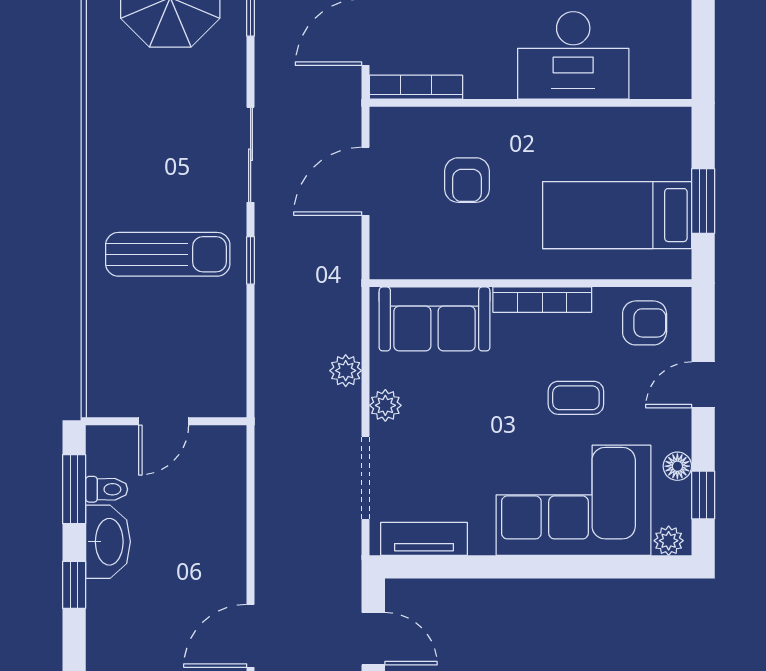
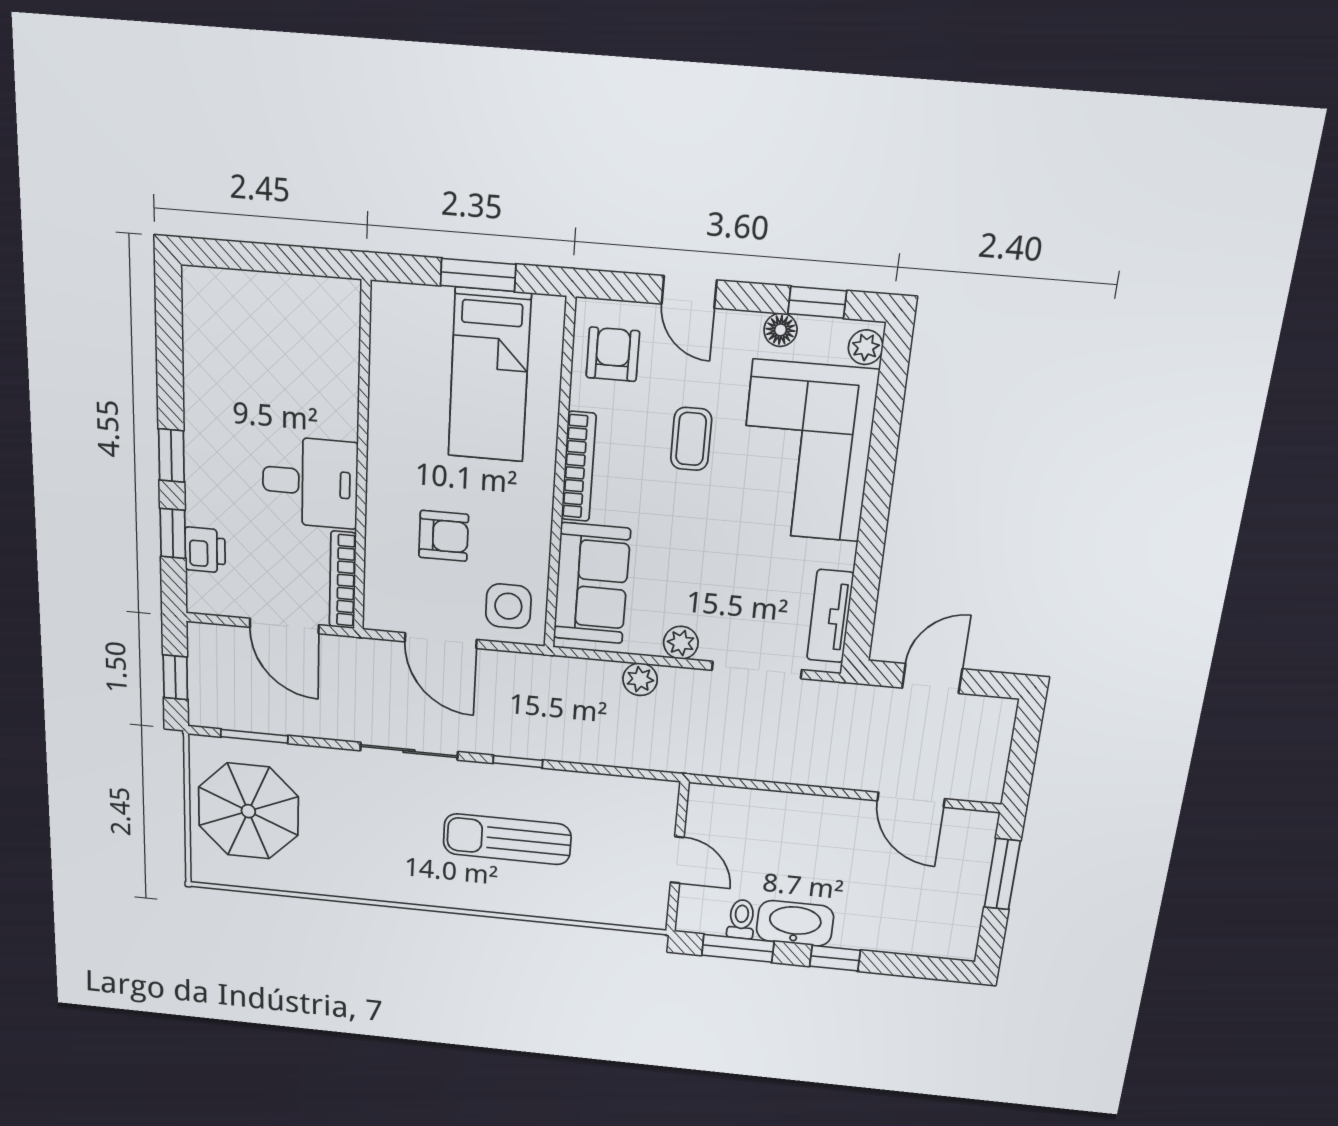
desk: (573, 55) -> (310, 482), moved, width x0.73
side table: (405, 243) -> (508, 606), added
sun lounger: (168, 254) -> (507, 839), turned -90

